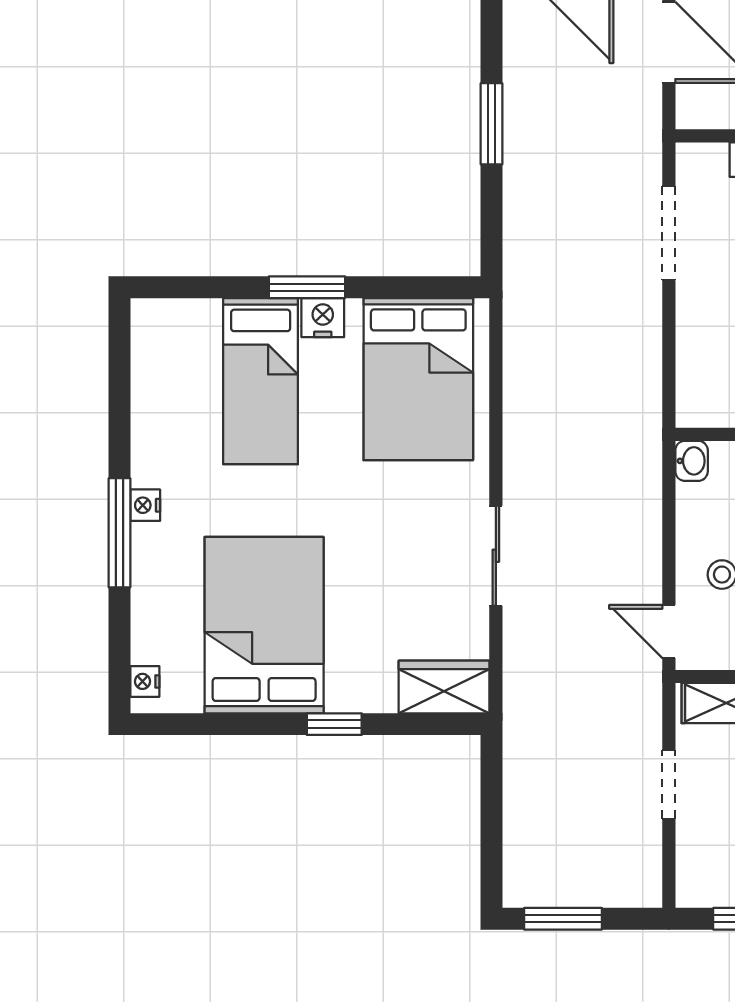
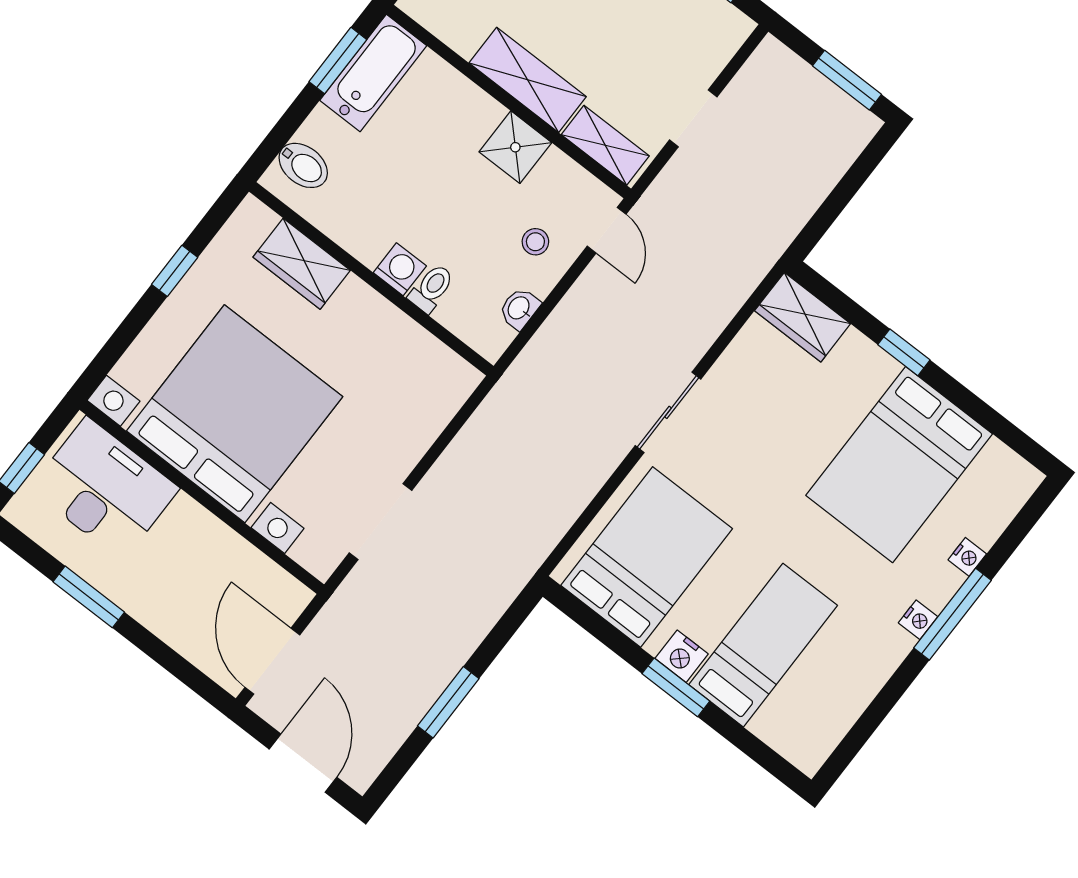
washbasin: (692, 461) -> (519, 308), moved
sliding door: (496, 556) -> (668, 412), moved
nightstand: (145, 681) -> (967, 557), moved

